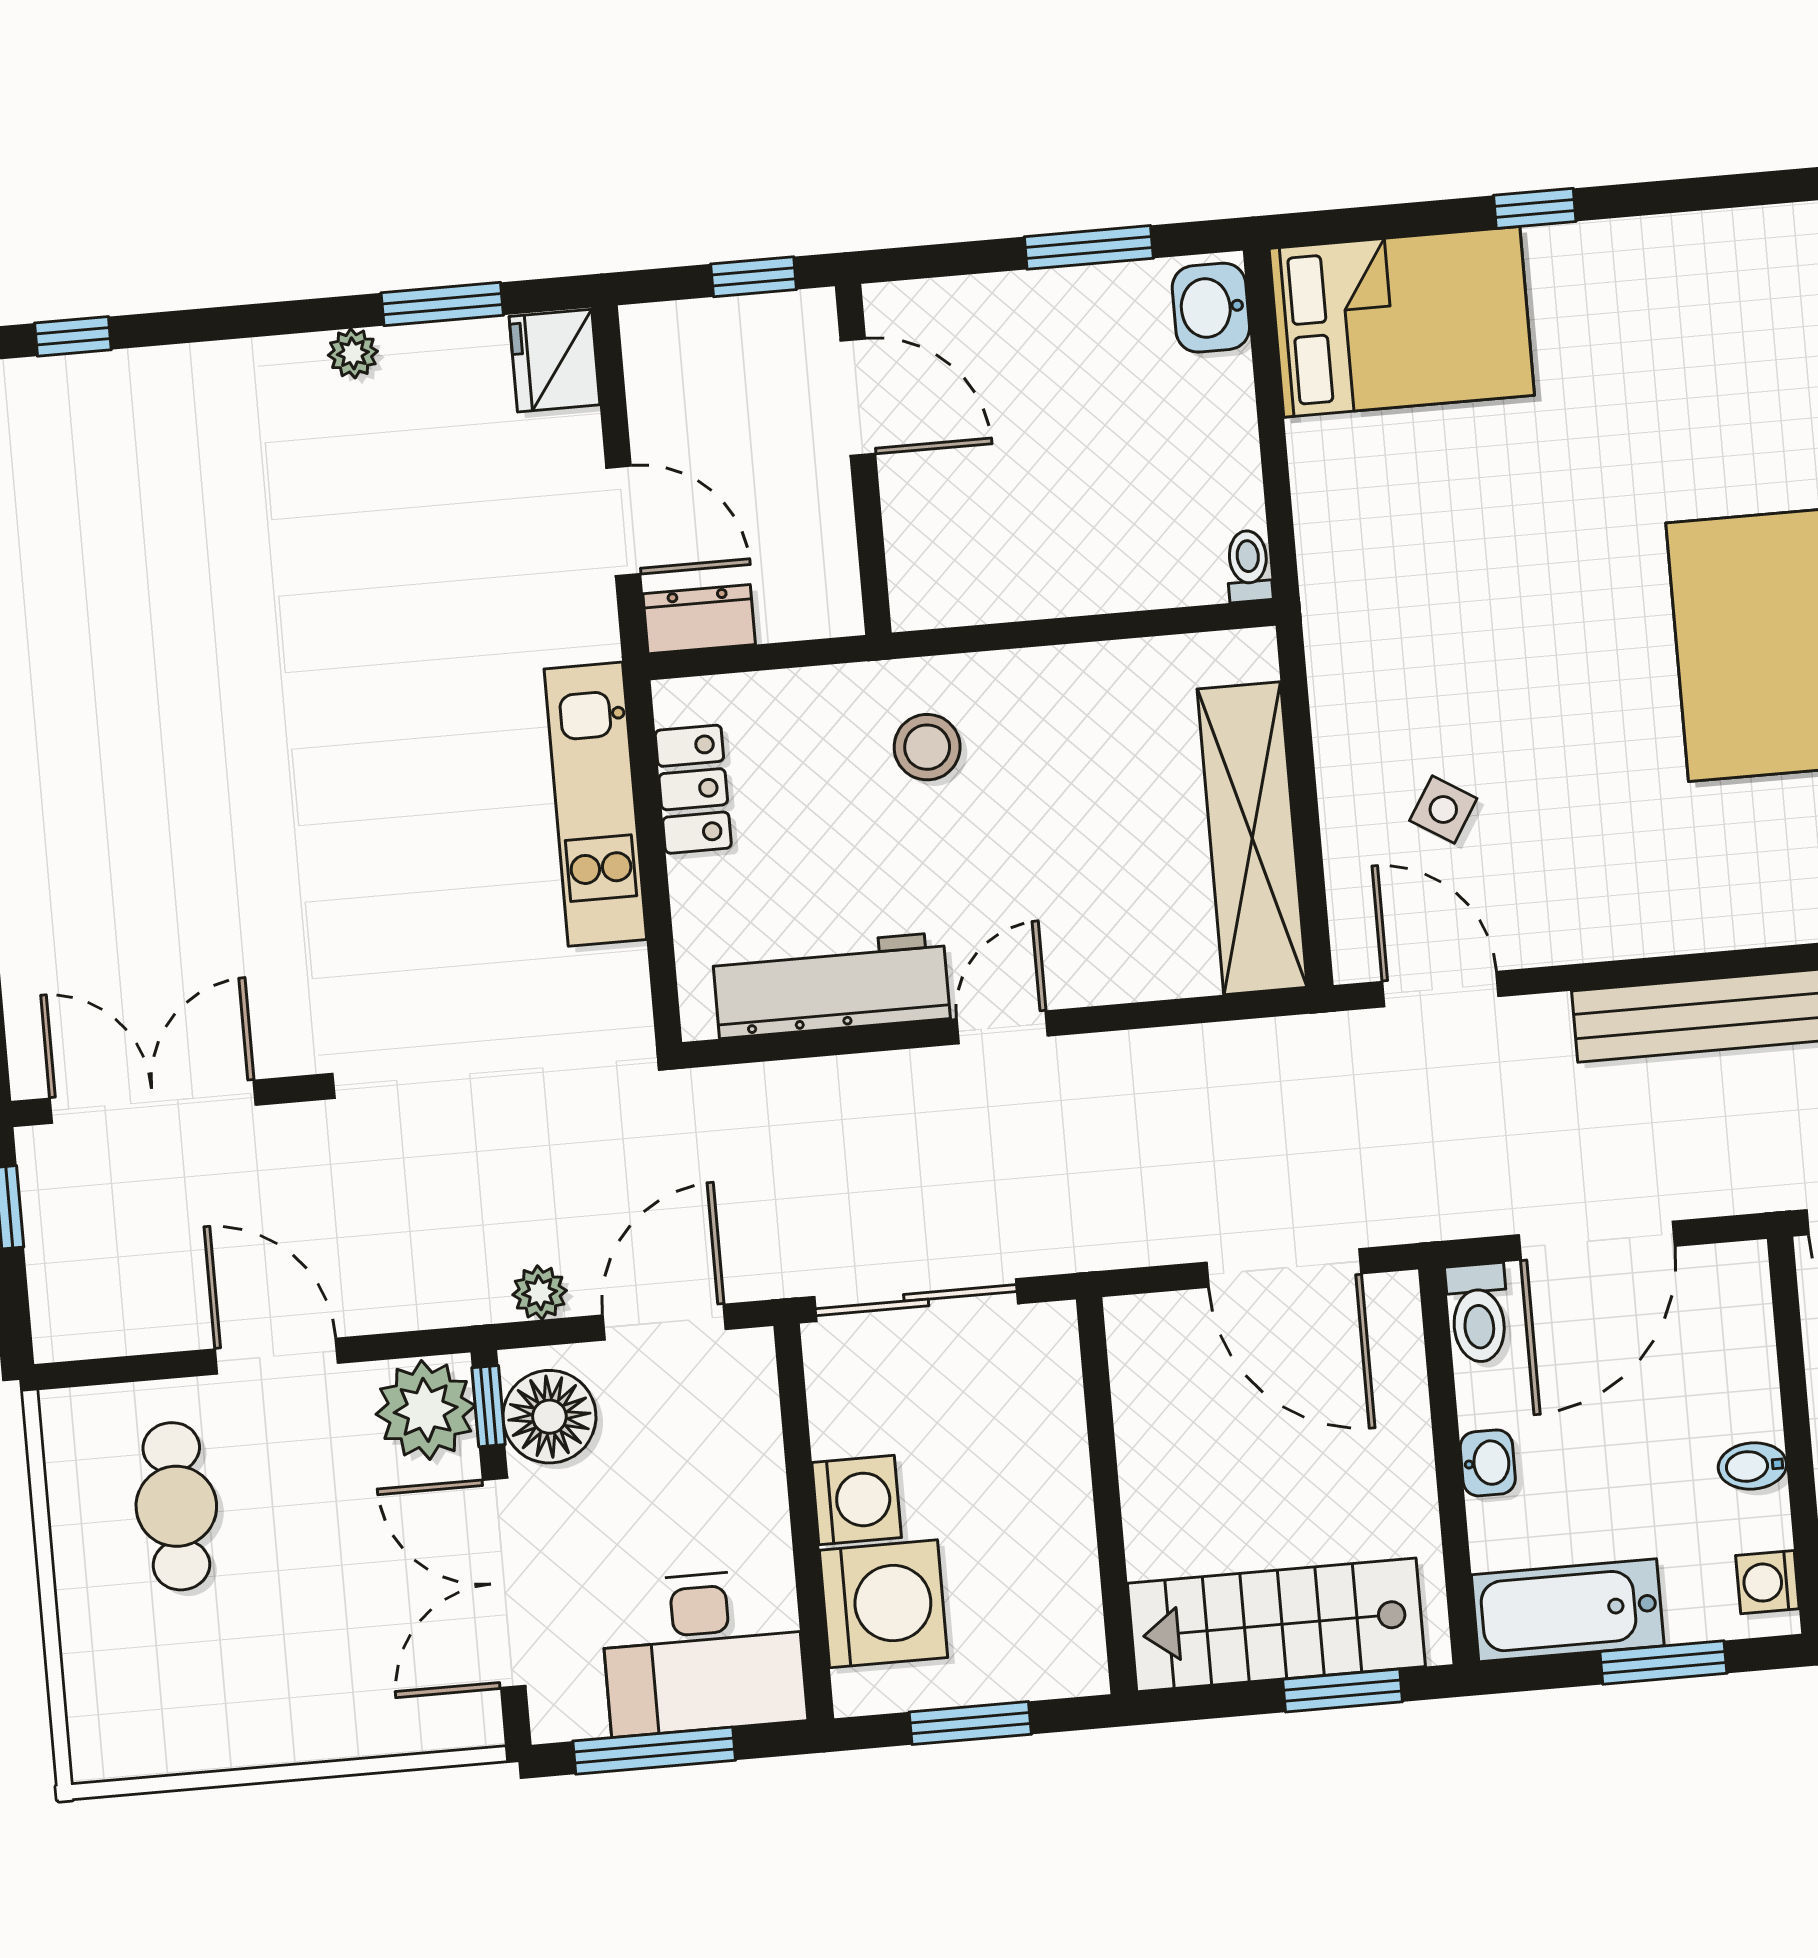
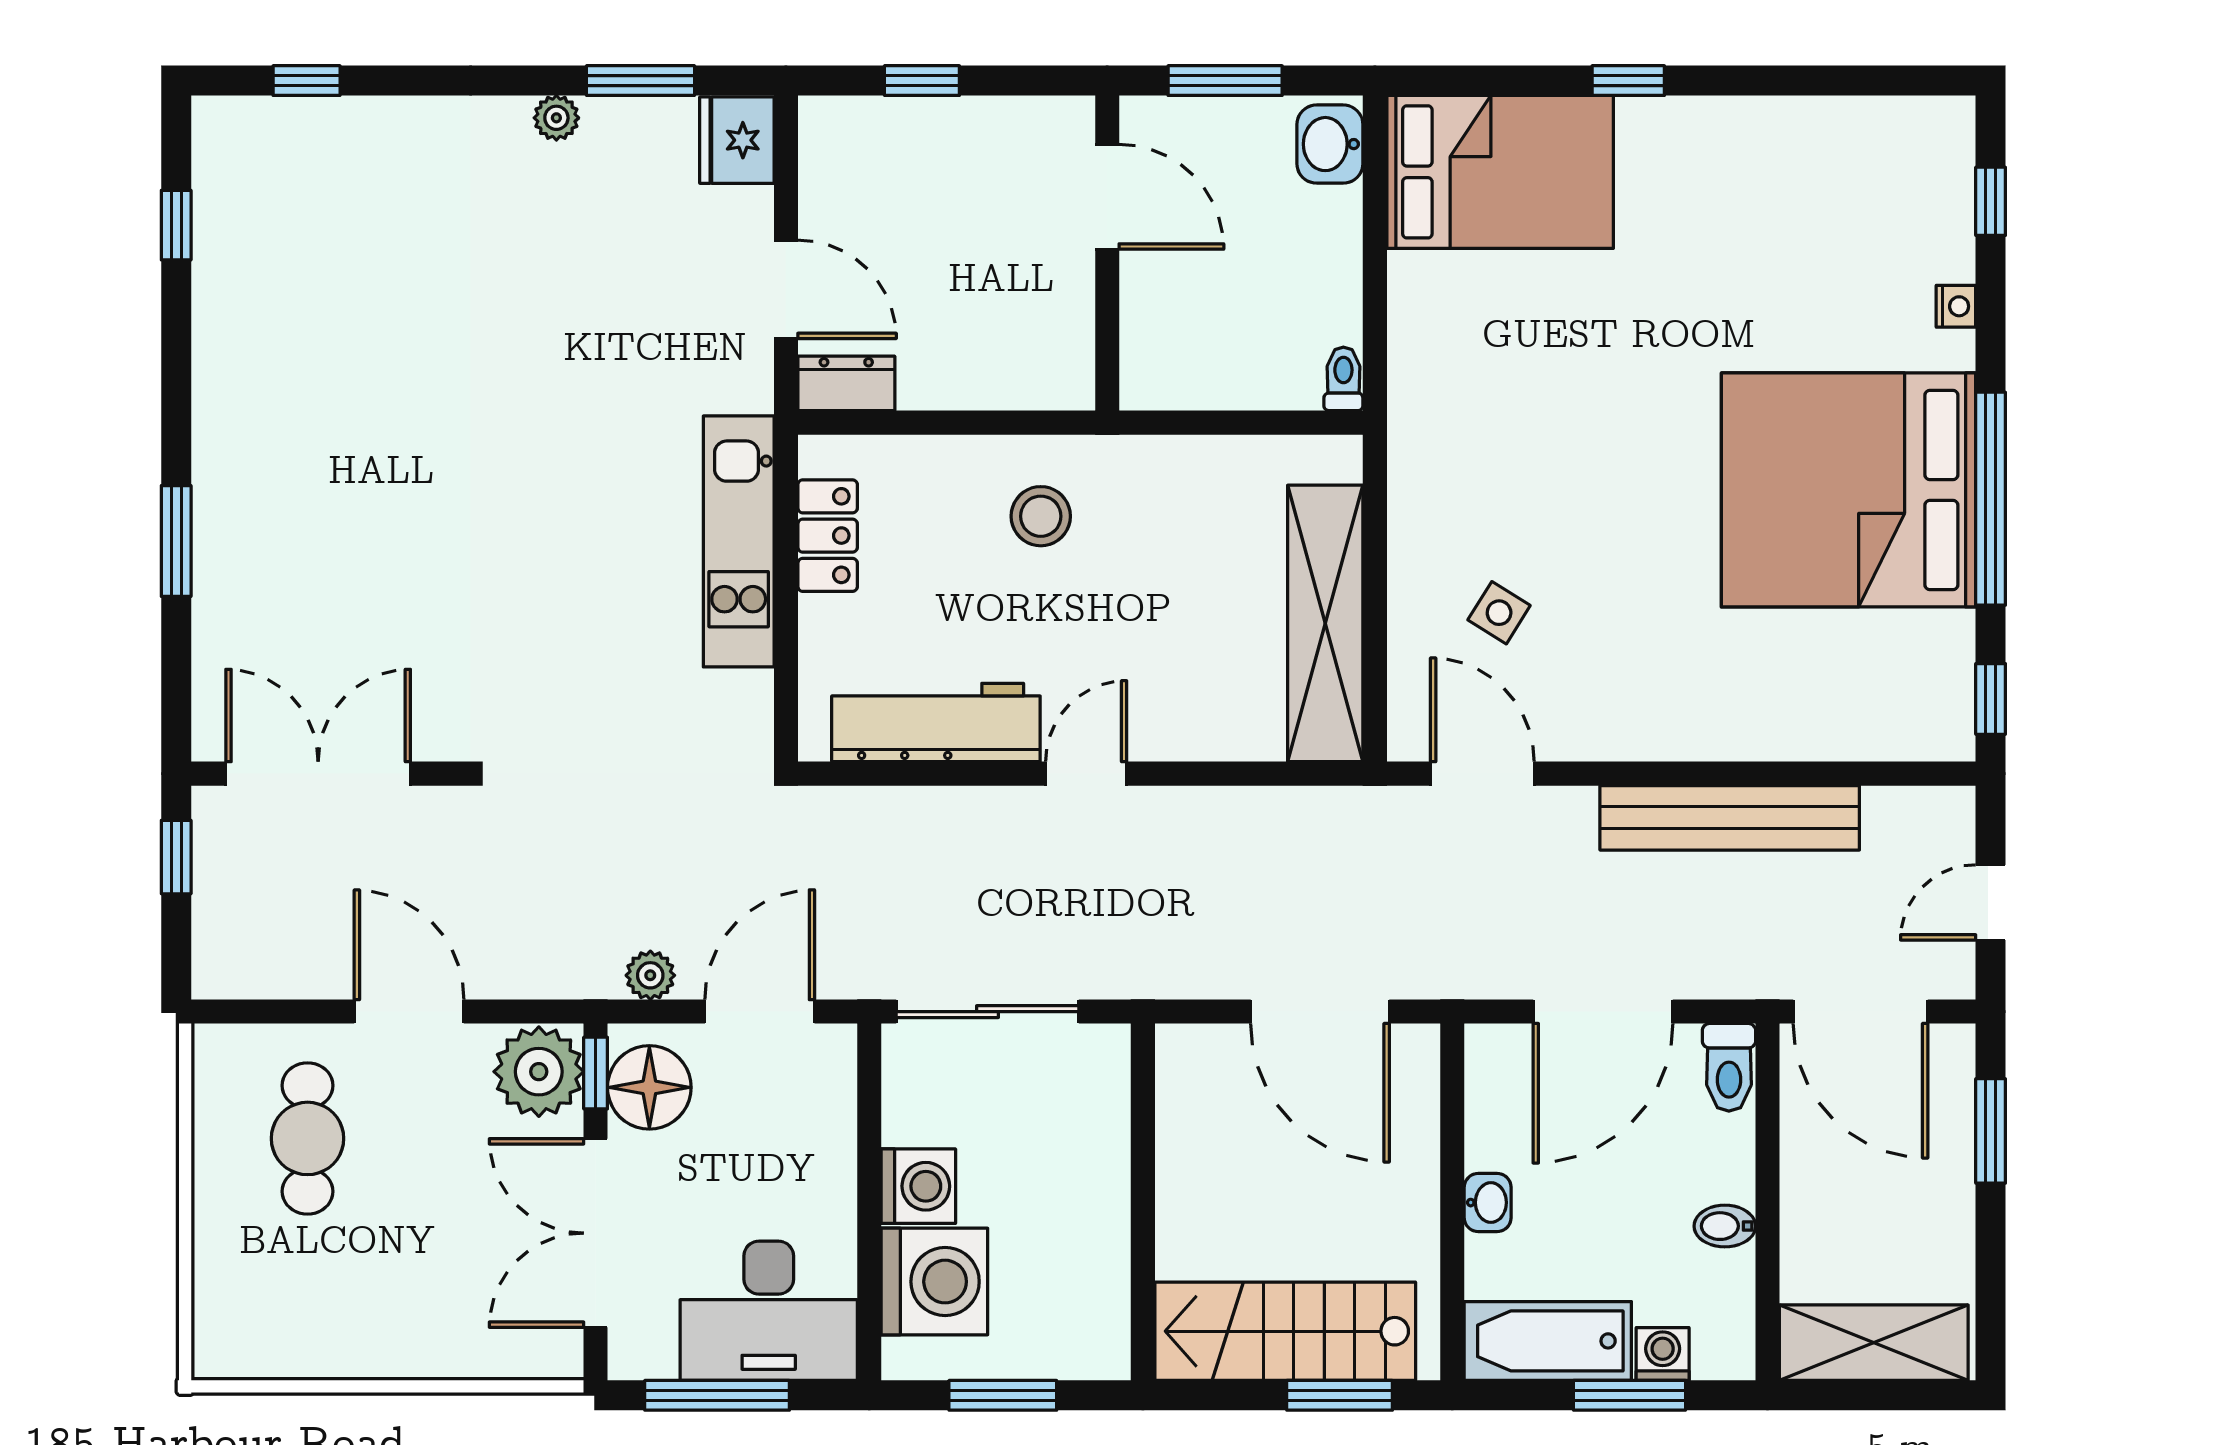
door: (858, 397) -> (1107, 197), moved
wall: (863, 459) -> (1107, 253), moved
toilet: (1478, 1313) -> (1729, 1067), moved
washing machine: (1767, 1582) -> (1663, 1354), moved, turned 90

